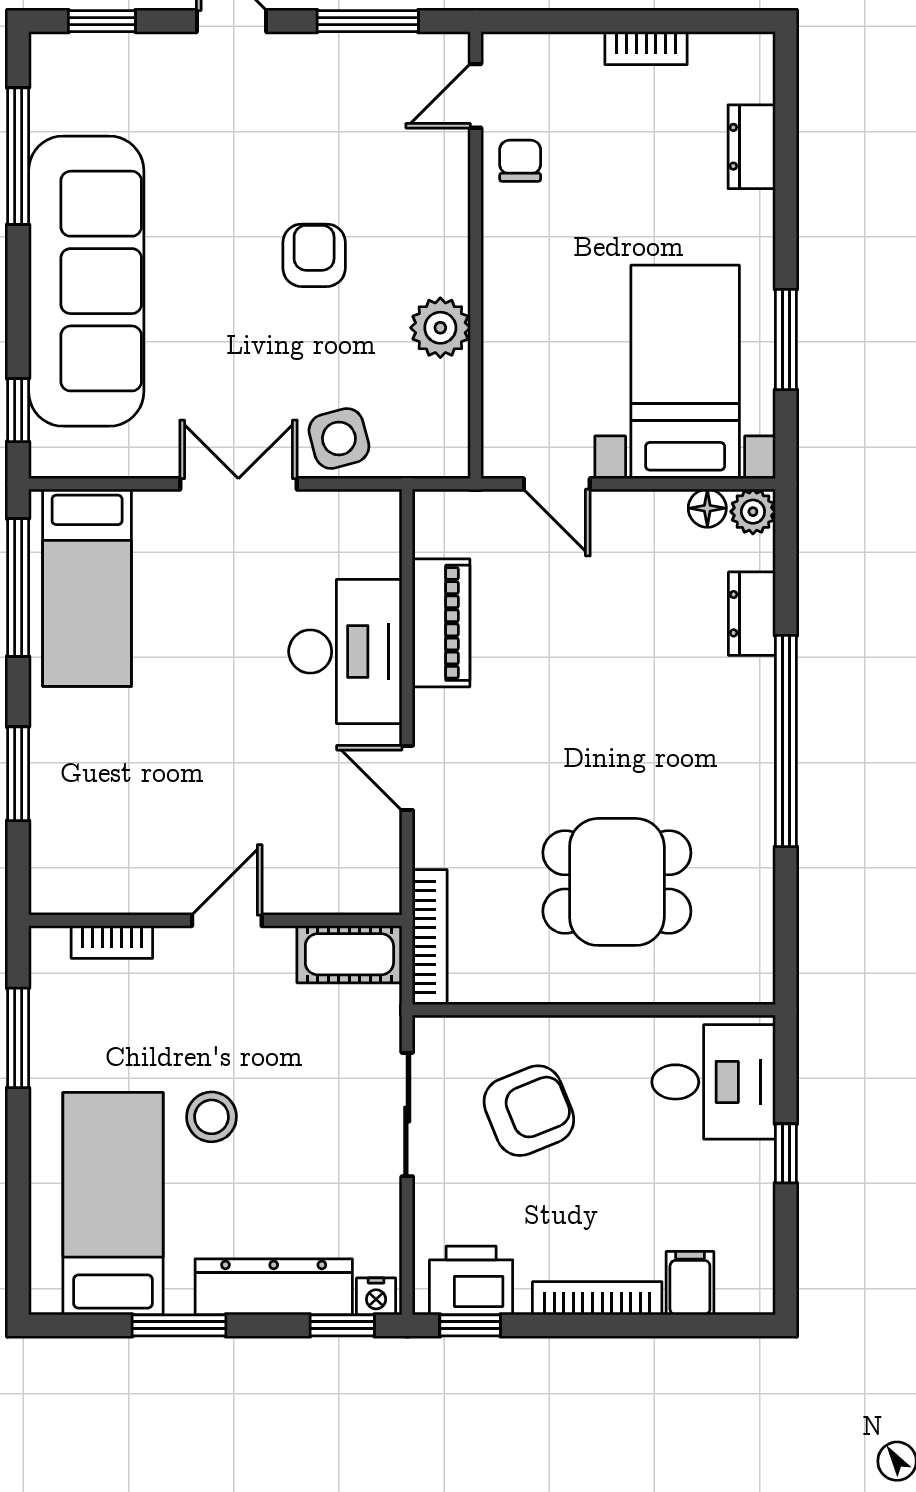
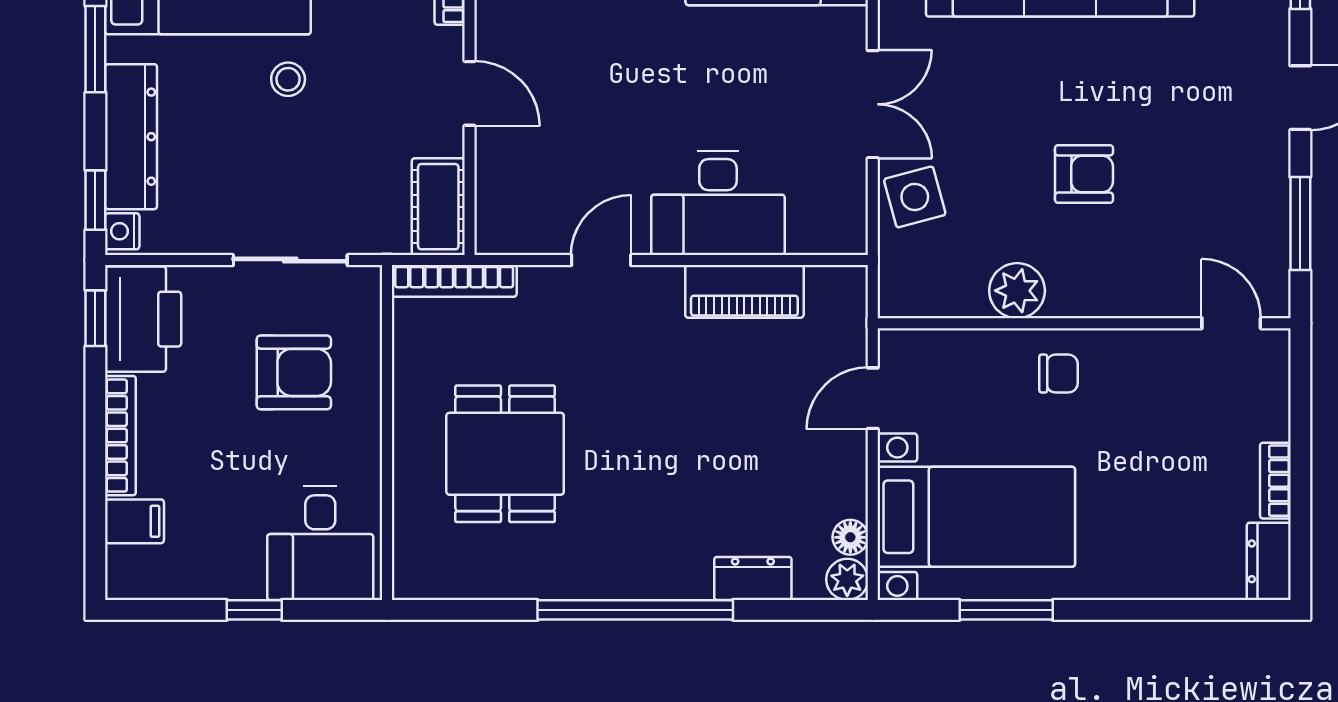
dresser: (752, 147) -> (1269, 561), moved, turned -90
chair: (520, 161) -> (1059, 374), moved
armchair: (529, 1111) -> (294, 372), turned -68
stool: (212, 1117) -> (288, 79), width x0.73, depth x0.73
printer: (471, 1280) -> (143, 319), width x1.37, depth x1.19

